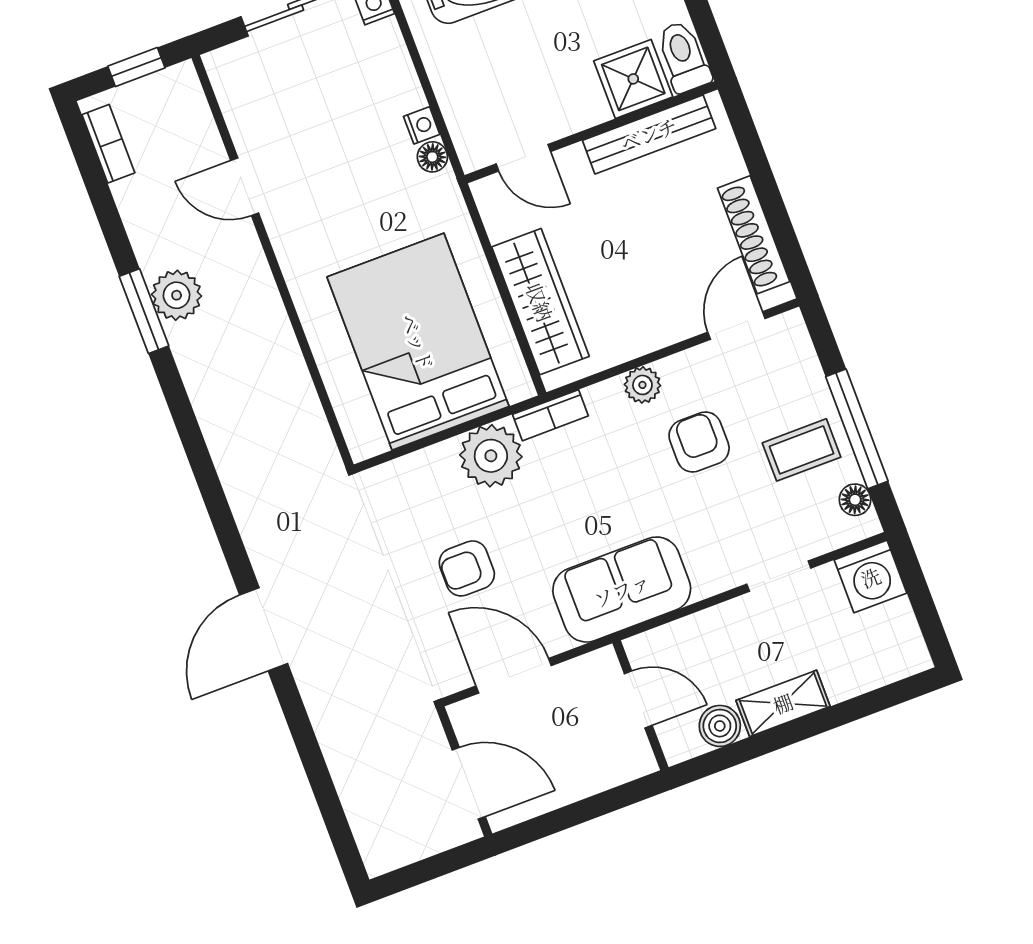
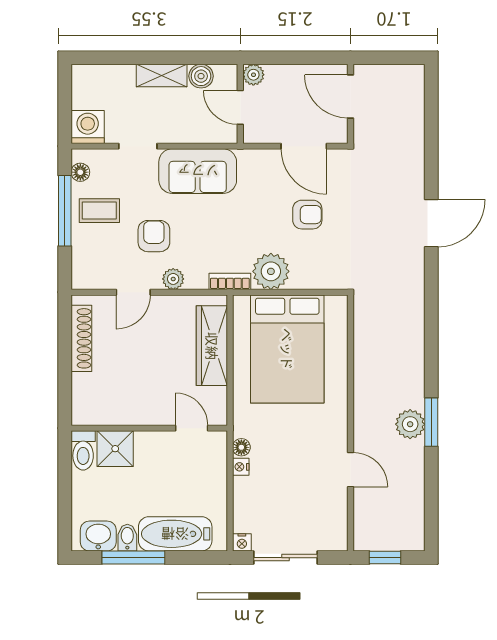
bench: (649, 134) -> (118, 415), removed
bookcase: (108, 144) -> (416, 521), removed
door: (736, 325) -> (133, 292), moved
armchair: (699, 442) -> (154, 236), turned 180
sofa: (622, 590) -> (198, 171), moved
plant: (637, 760) -> (253, 75), added

